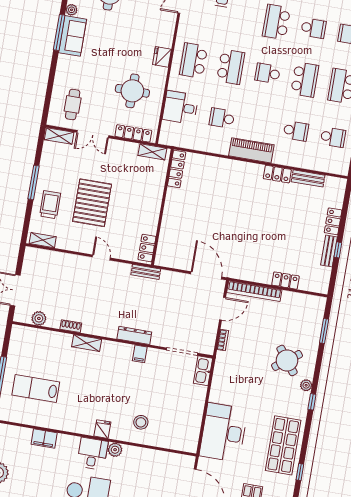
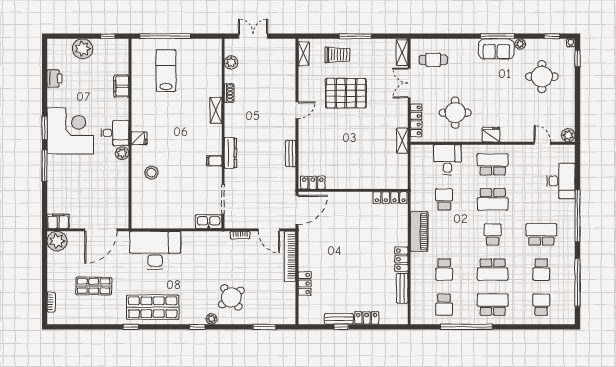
locker: (177, 169) -> (390, 198), moved
wall: (162, 207) -> (353, 190), moved
locker: (147, 248) -> (313, 183), moved

